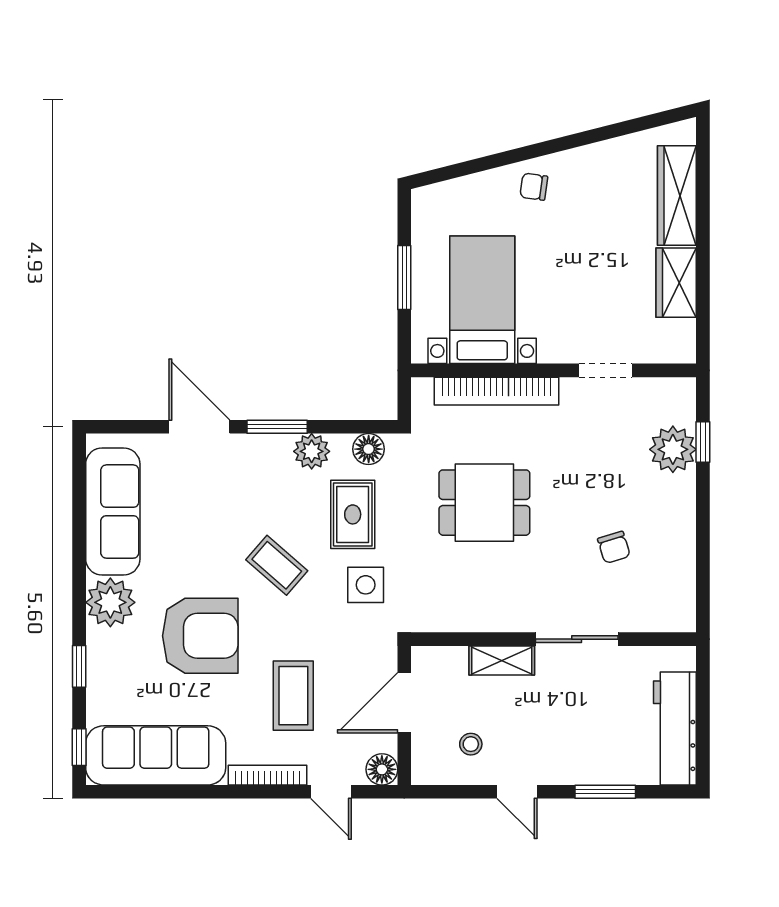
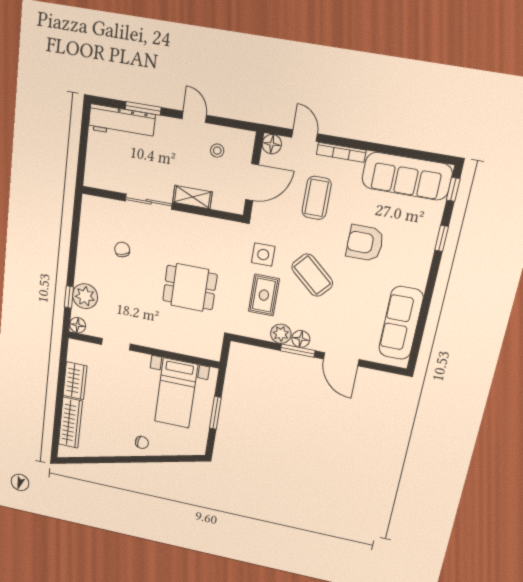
bookcase: (496, 391) -> (175, 345), removed
floor lamp: (681, 392) -> (78, 325), added
floor lamp: (369, 449) -> (301, 339), moved
coffee table: (277, 565) -> (312, 275), width x1.36, depth x1.30
plant: (110, 602) -> (414, 272), removed
armchair: (200, 636) -> (365, 243), width x0.73, depth x0.73
workbench: (675, 728) -> (122, 122), moved, turned 90

